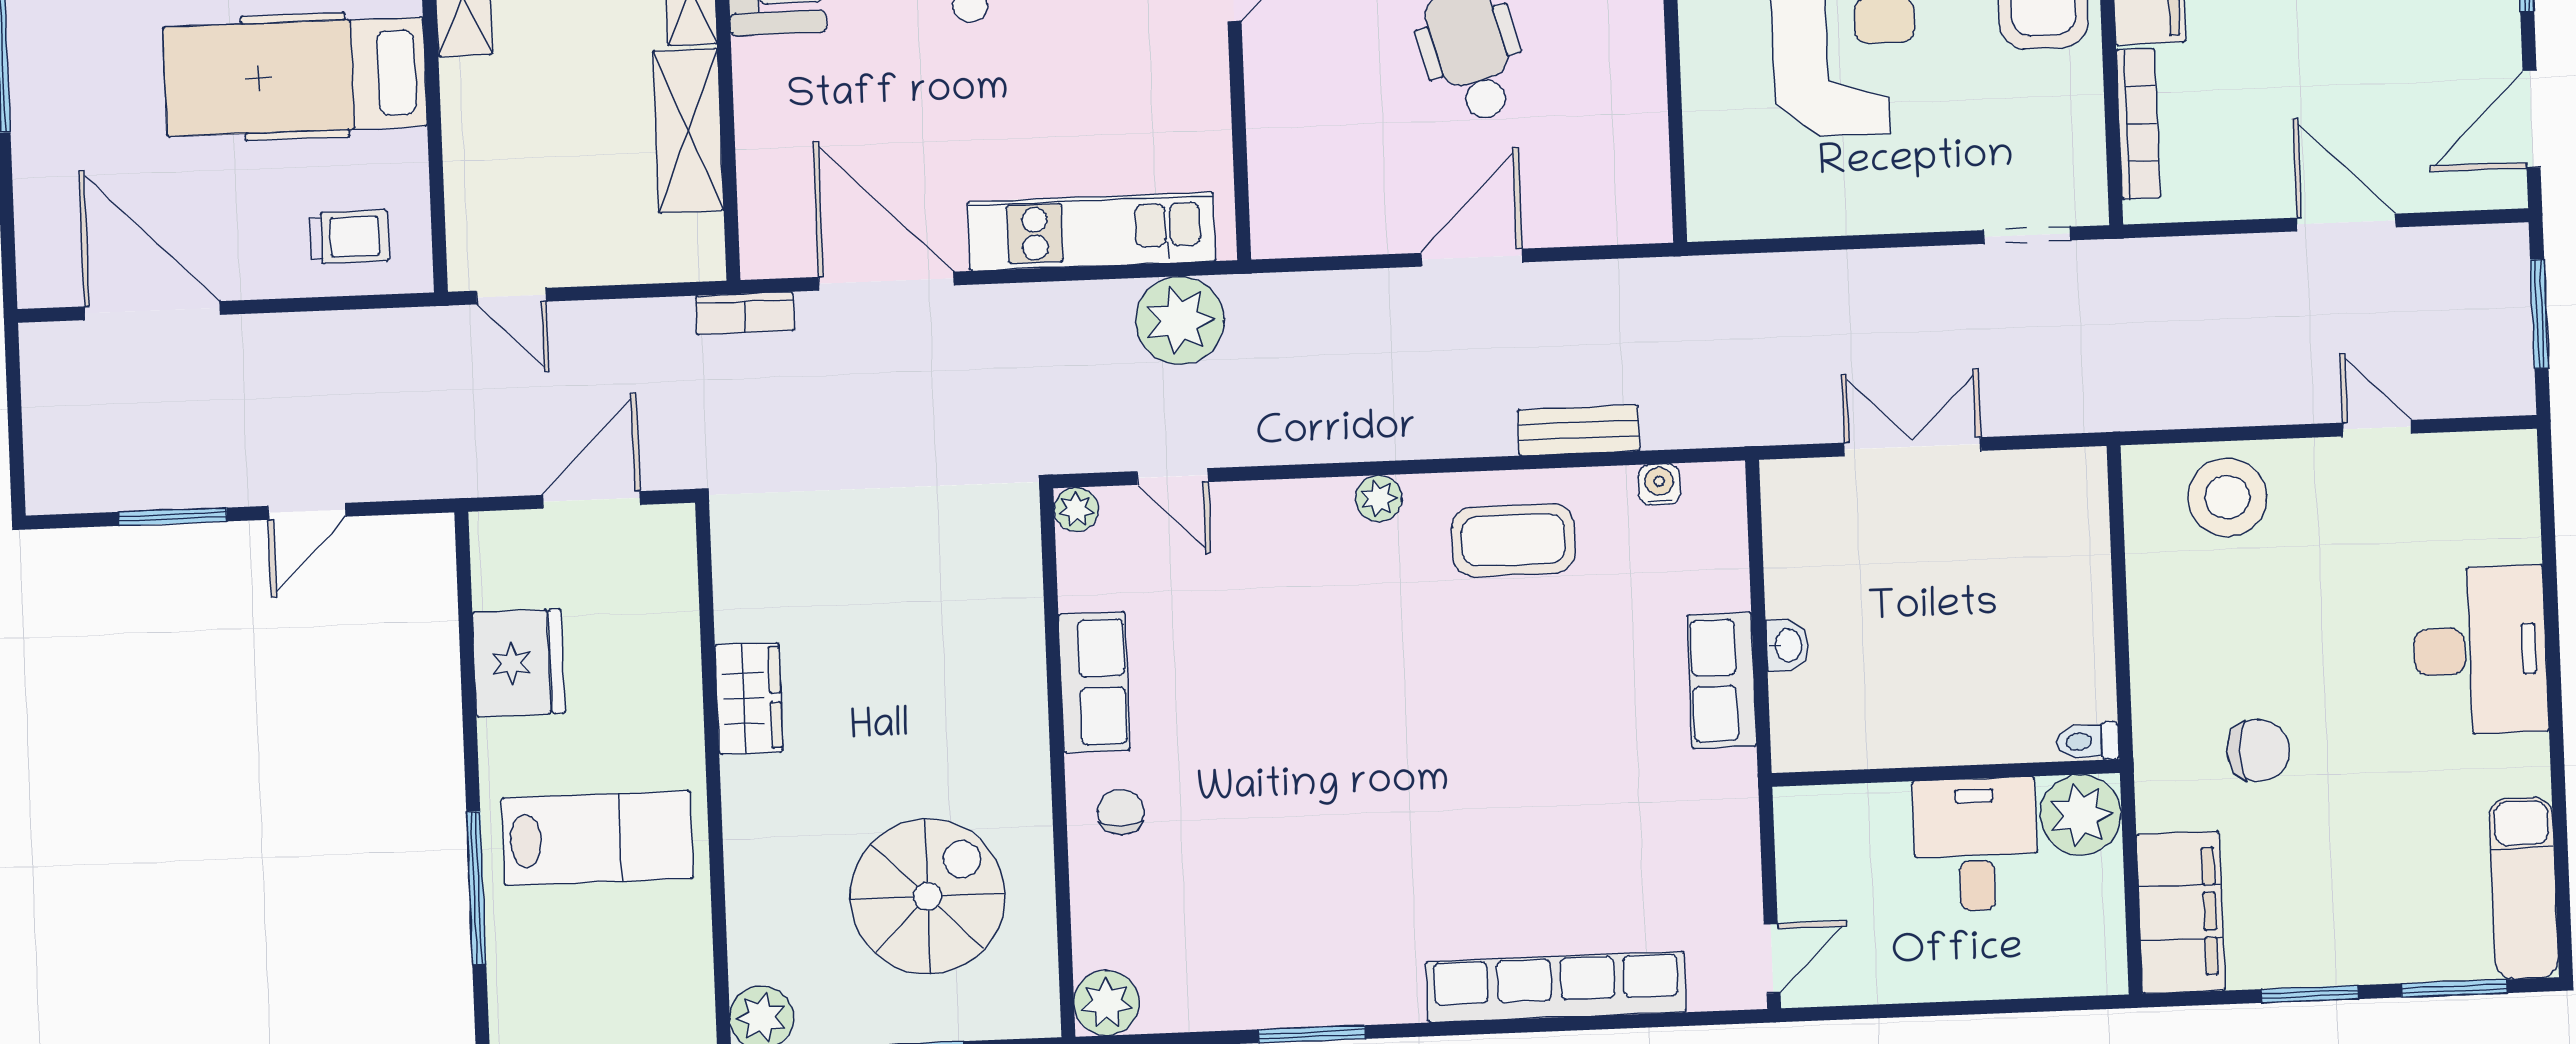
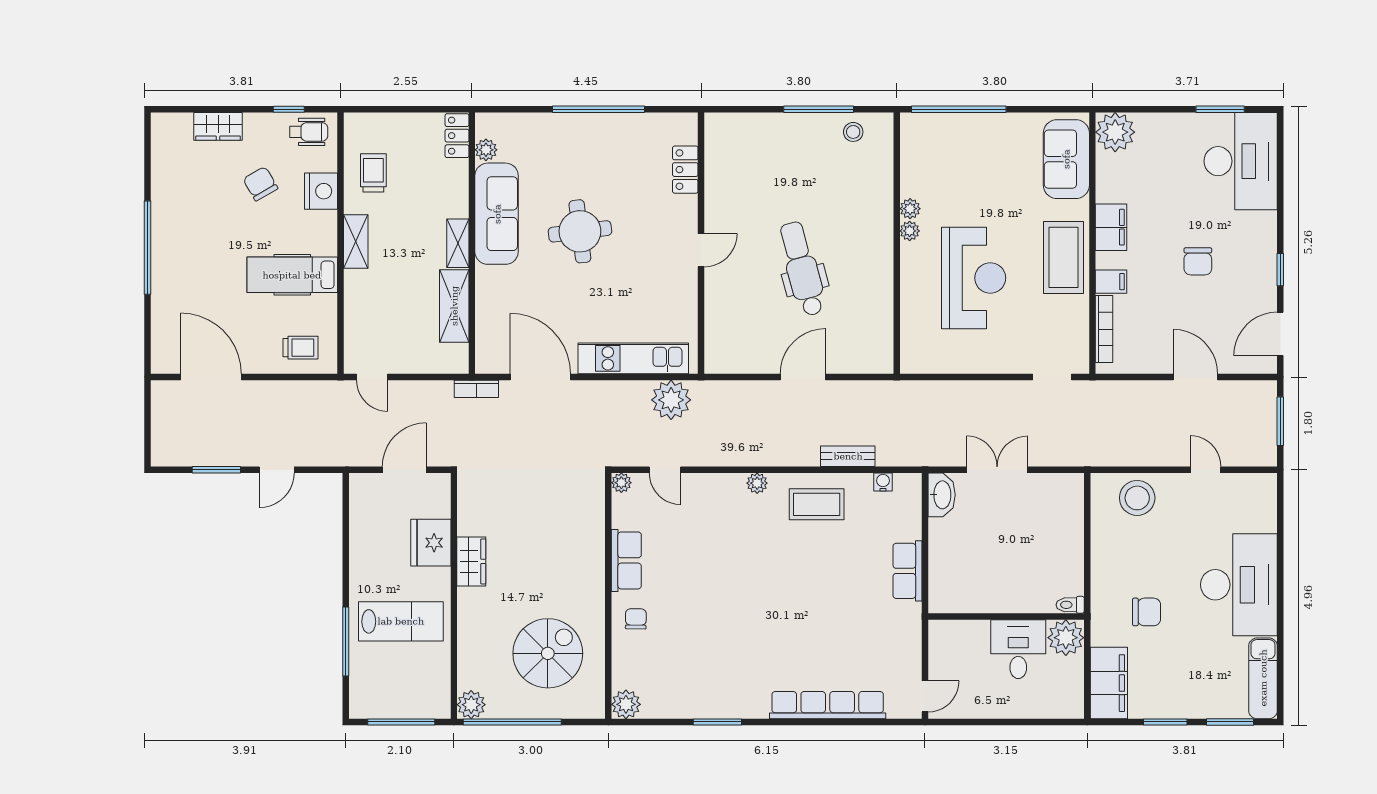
hospital bed: (295, 77) -> (292, 275), width x0.73, depth x0.78
washbasin: (1787, 645) -> (942, 495), moved, width x1.91, depth x1.45
desk: (2480, 650) -> (1239, 585), width x1.36, depth x1.30
fridge: (519, 663) -> (431, 543), moved, turned 180

